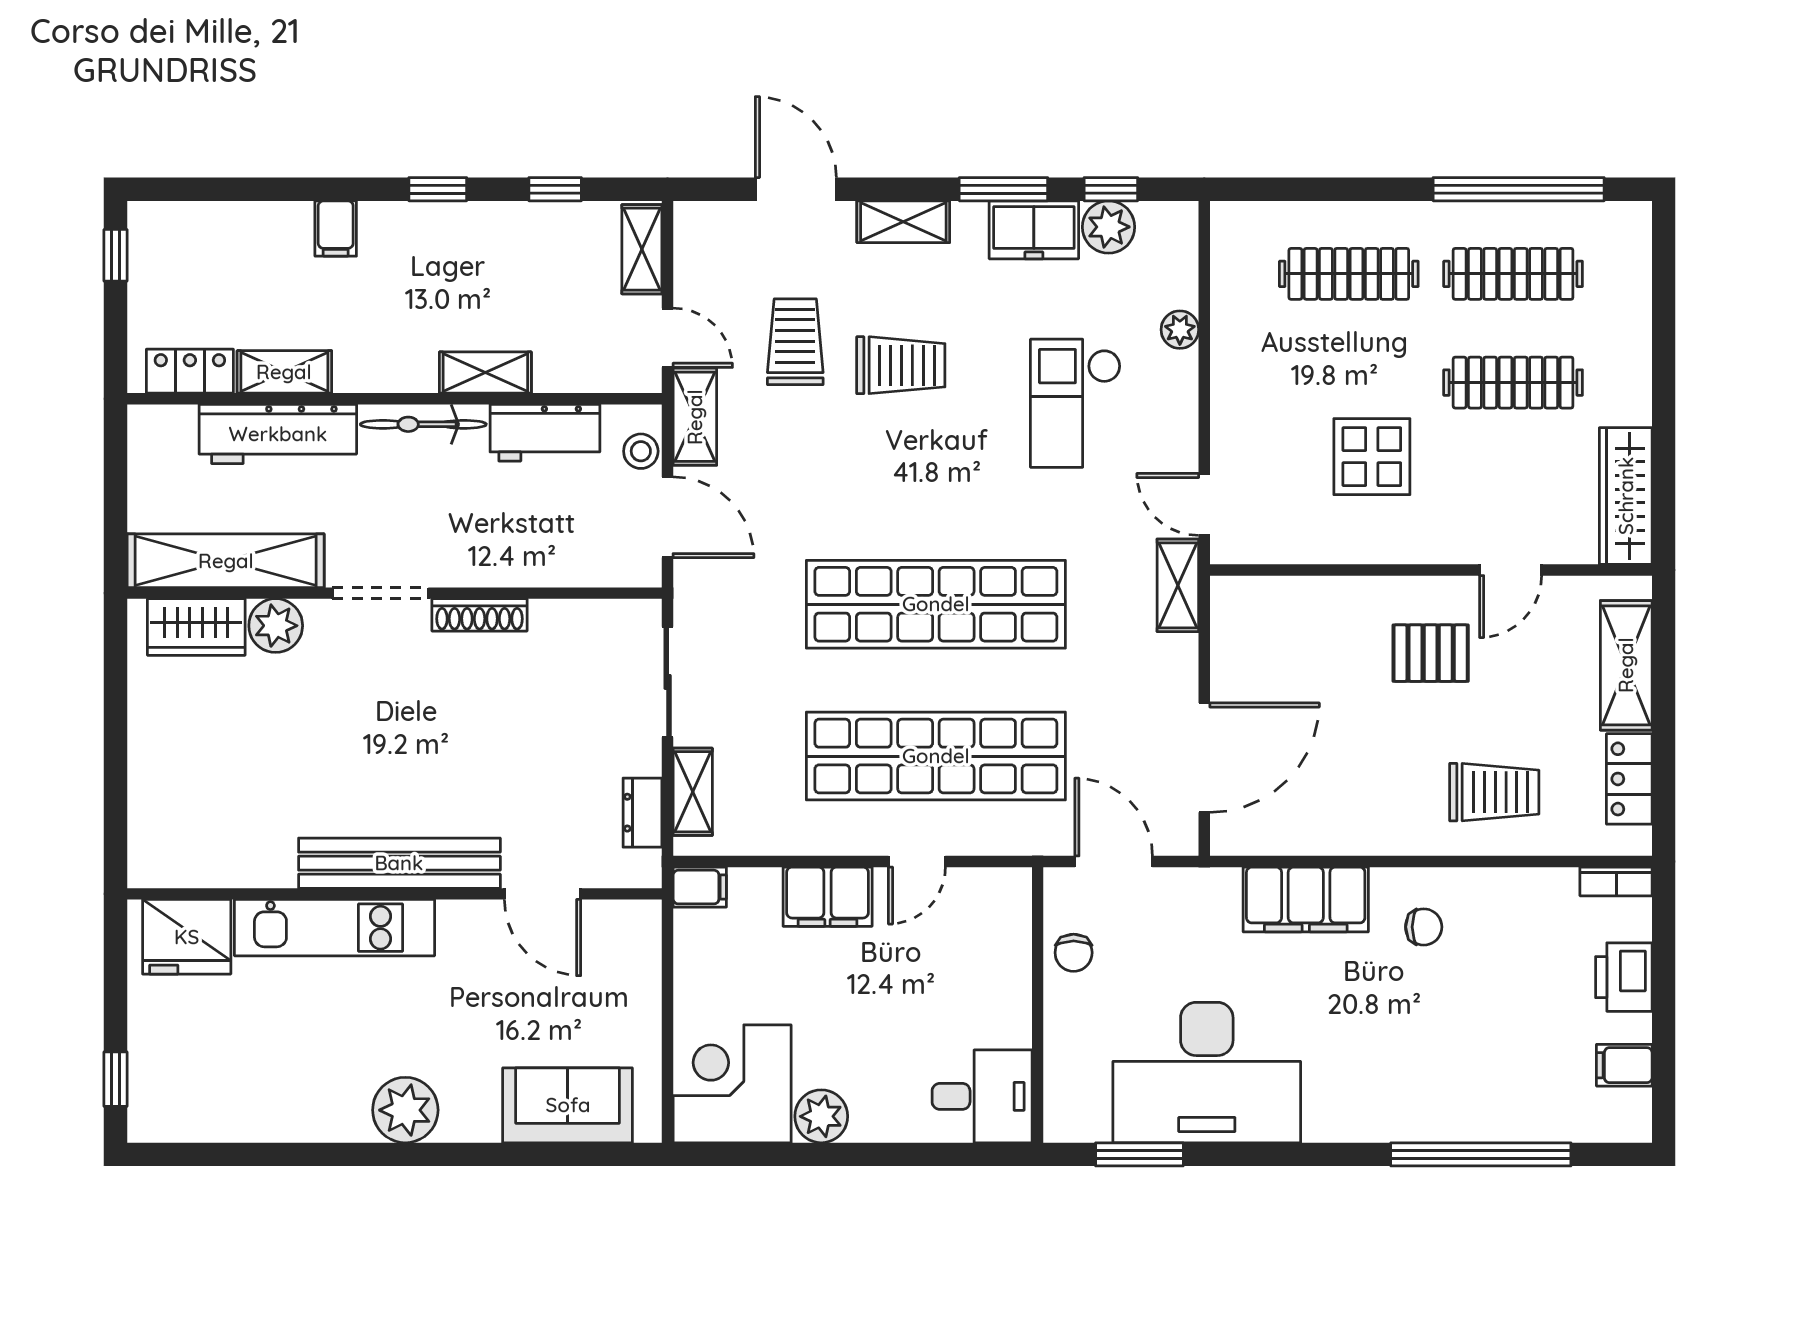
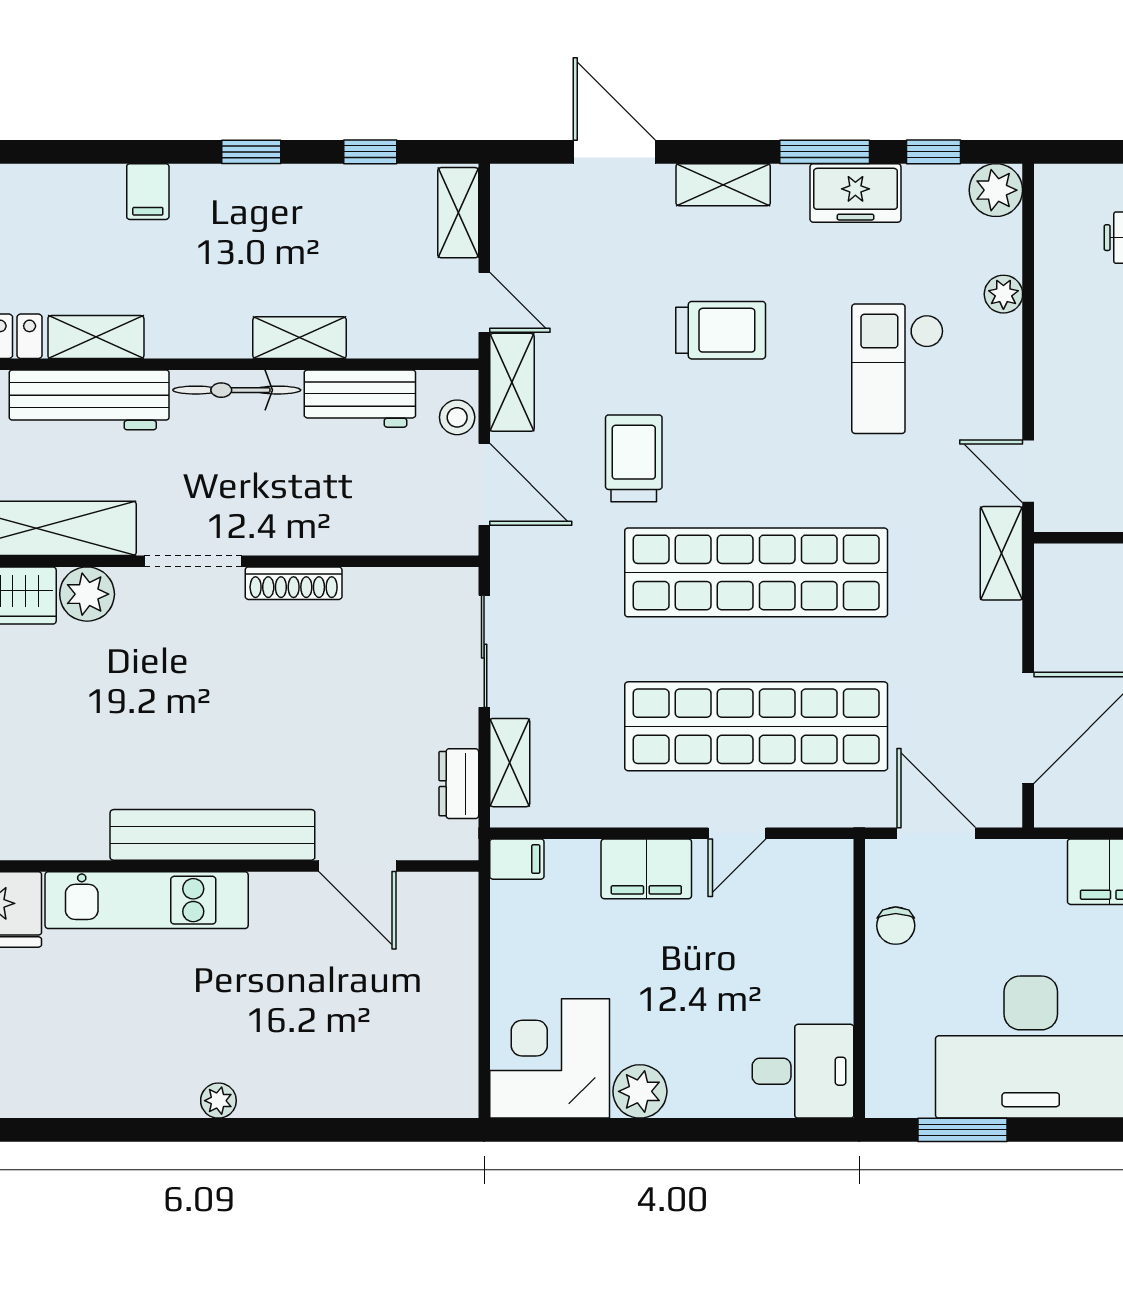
plant: (1109, 227) -> (996, 190), moved
trolley: (795, 342) -> (634, 458), moved
sofa: (568, 1105) -> (383, 1080), removed
plant: (405, 1110) -> (218, 1101), width x0.53, depth x0.53

